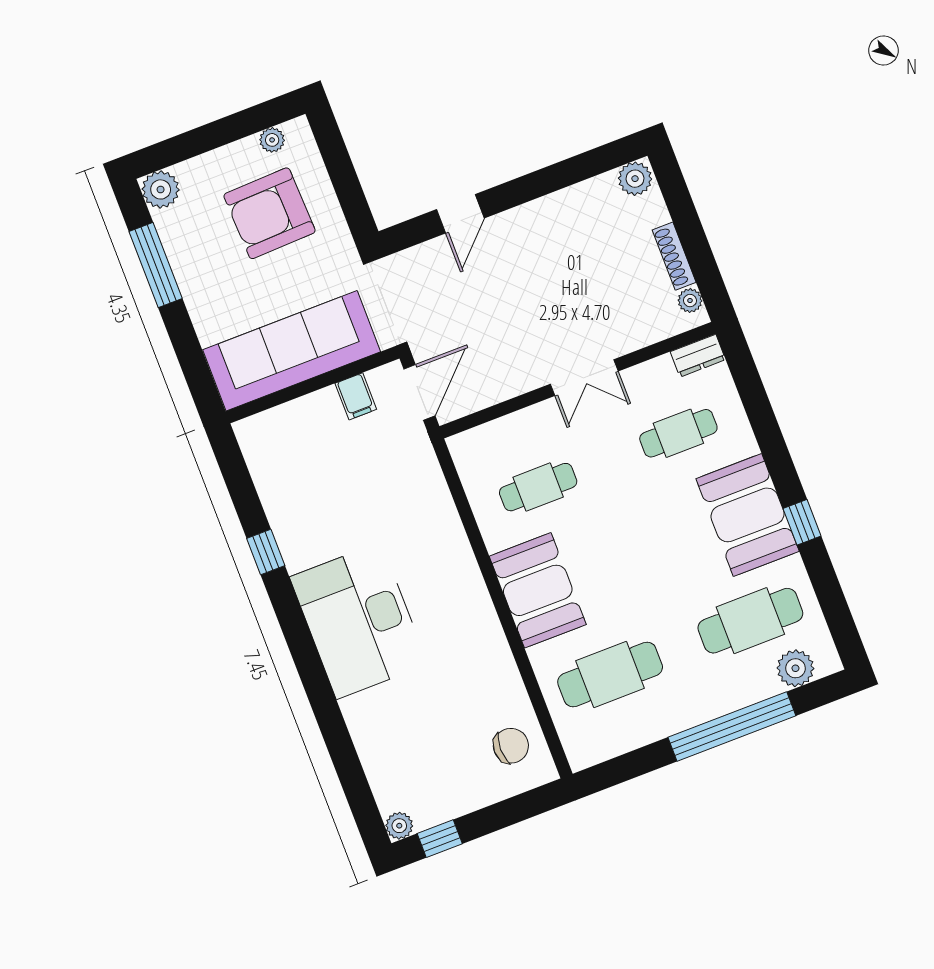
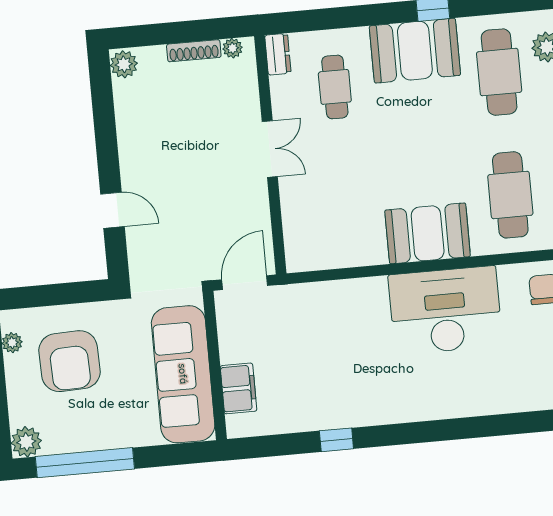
window: (156, 265) -> (85, 463), width x1.46
door: (419, 392) -> (245, 283), hinge flipped
filing cabinet: (356, 396) -> (238, 388), moved, width x2.00
cafe table: (538, 487) -> (346, 210), removed
desk: (359, 621) -> (445, 310), moved, turned 180

